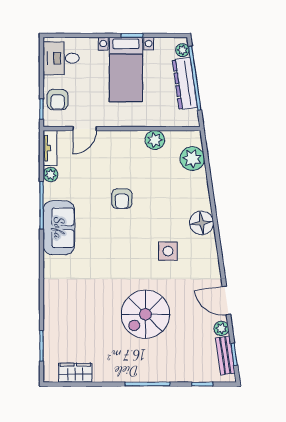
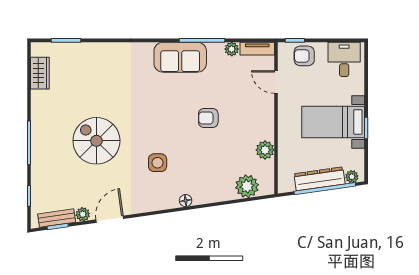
floor lamp: (202, 223) -> (186, 201), width x0.53, depth x0.53

